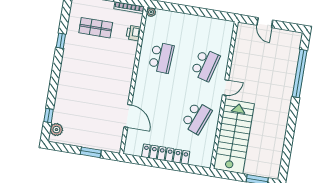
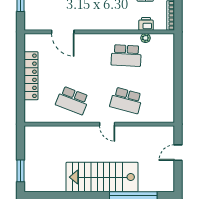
plant: (151, 12) -> (145, 38), moved
door: (128, 116) -> (63, 32), hinge flipped
stairs: (234, 136) -> (102, 177), moved, turned 180

